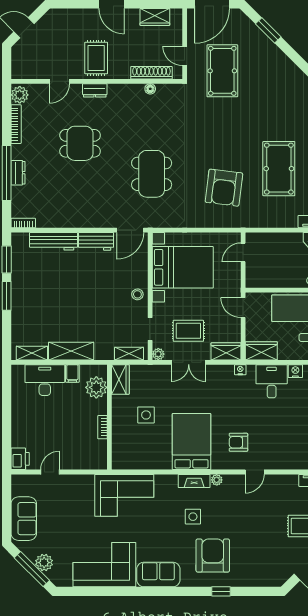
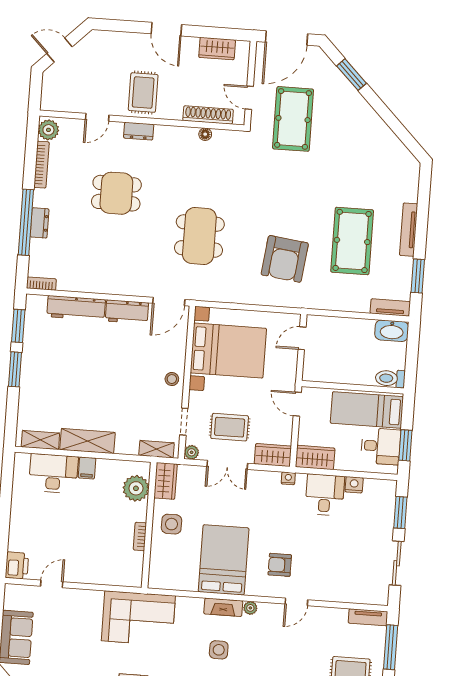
wardrobe: (120, 379) -> (165, 481), moved
plant: (96, 387) -> (136, 488), moved
wall: (109, 417) -> (149, 525), moved
bookcase: (103, 427) -> (140, 536), moved

